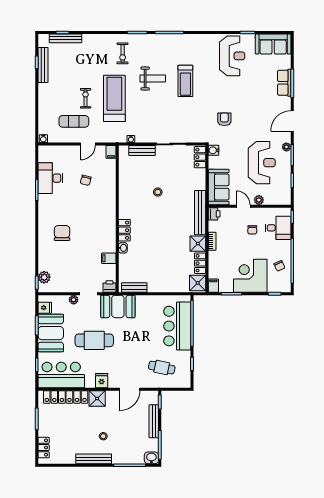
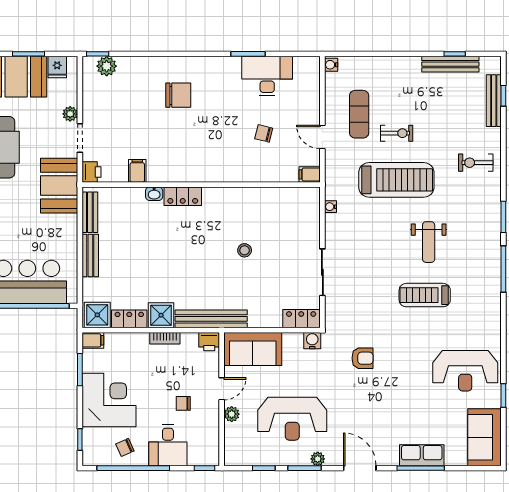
exercise bike: (123, 53) -> (476, 163), moved
bench: (142, 150) -> (90, 255), moved
desk: (278, 228) -> (168, 445), moved

